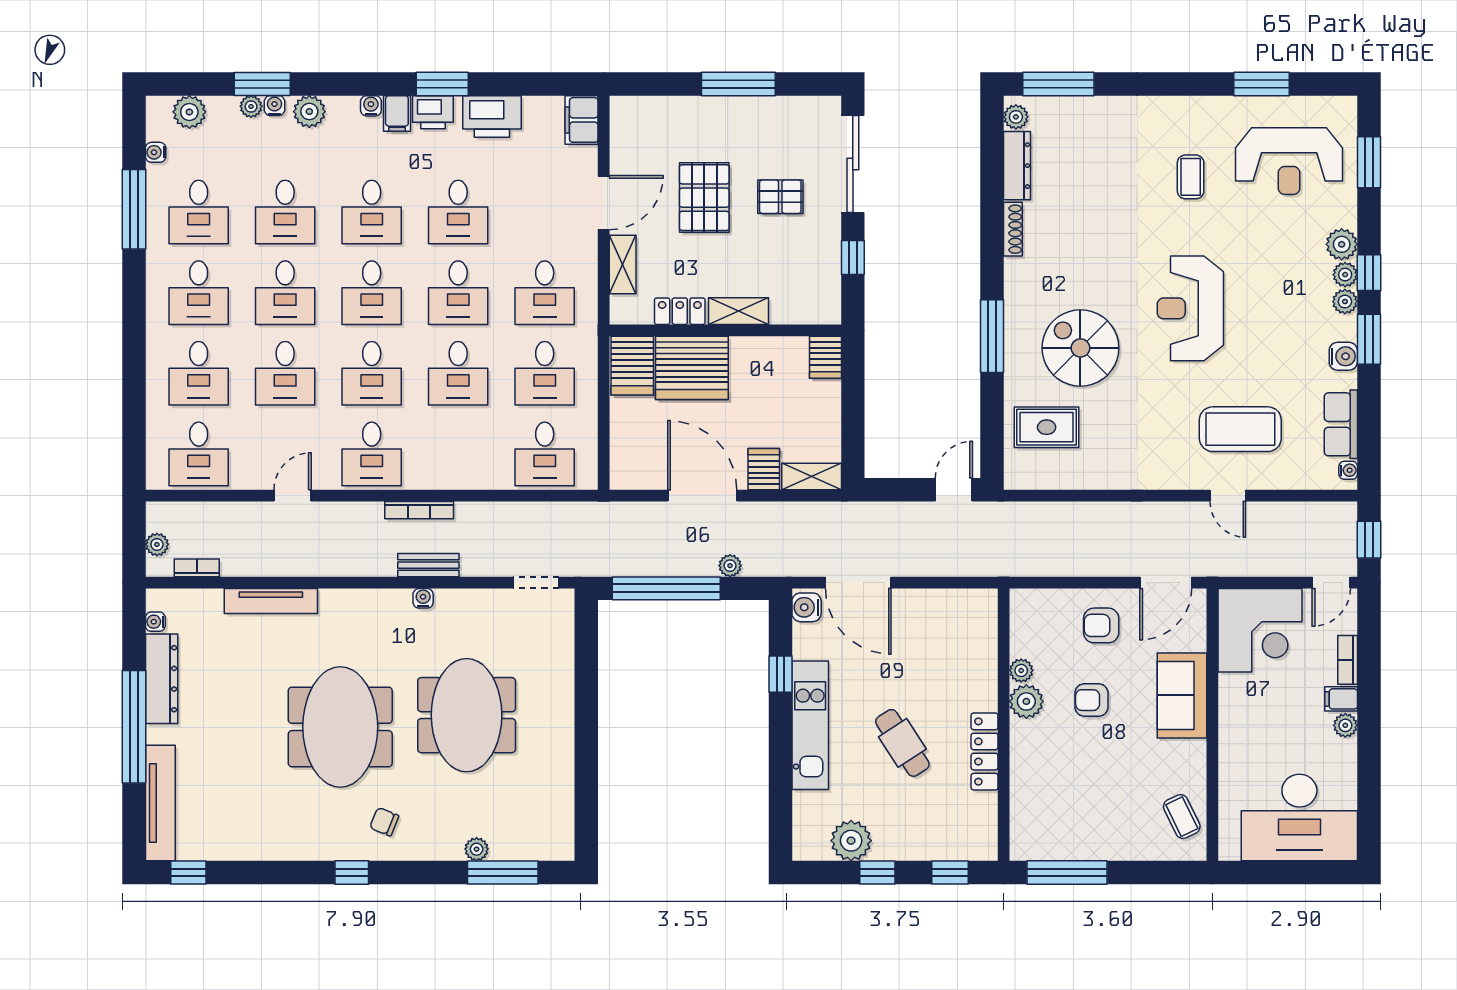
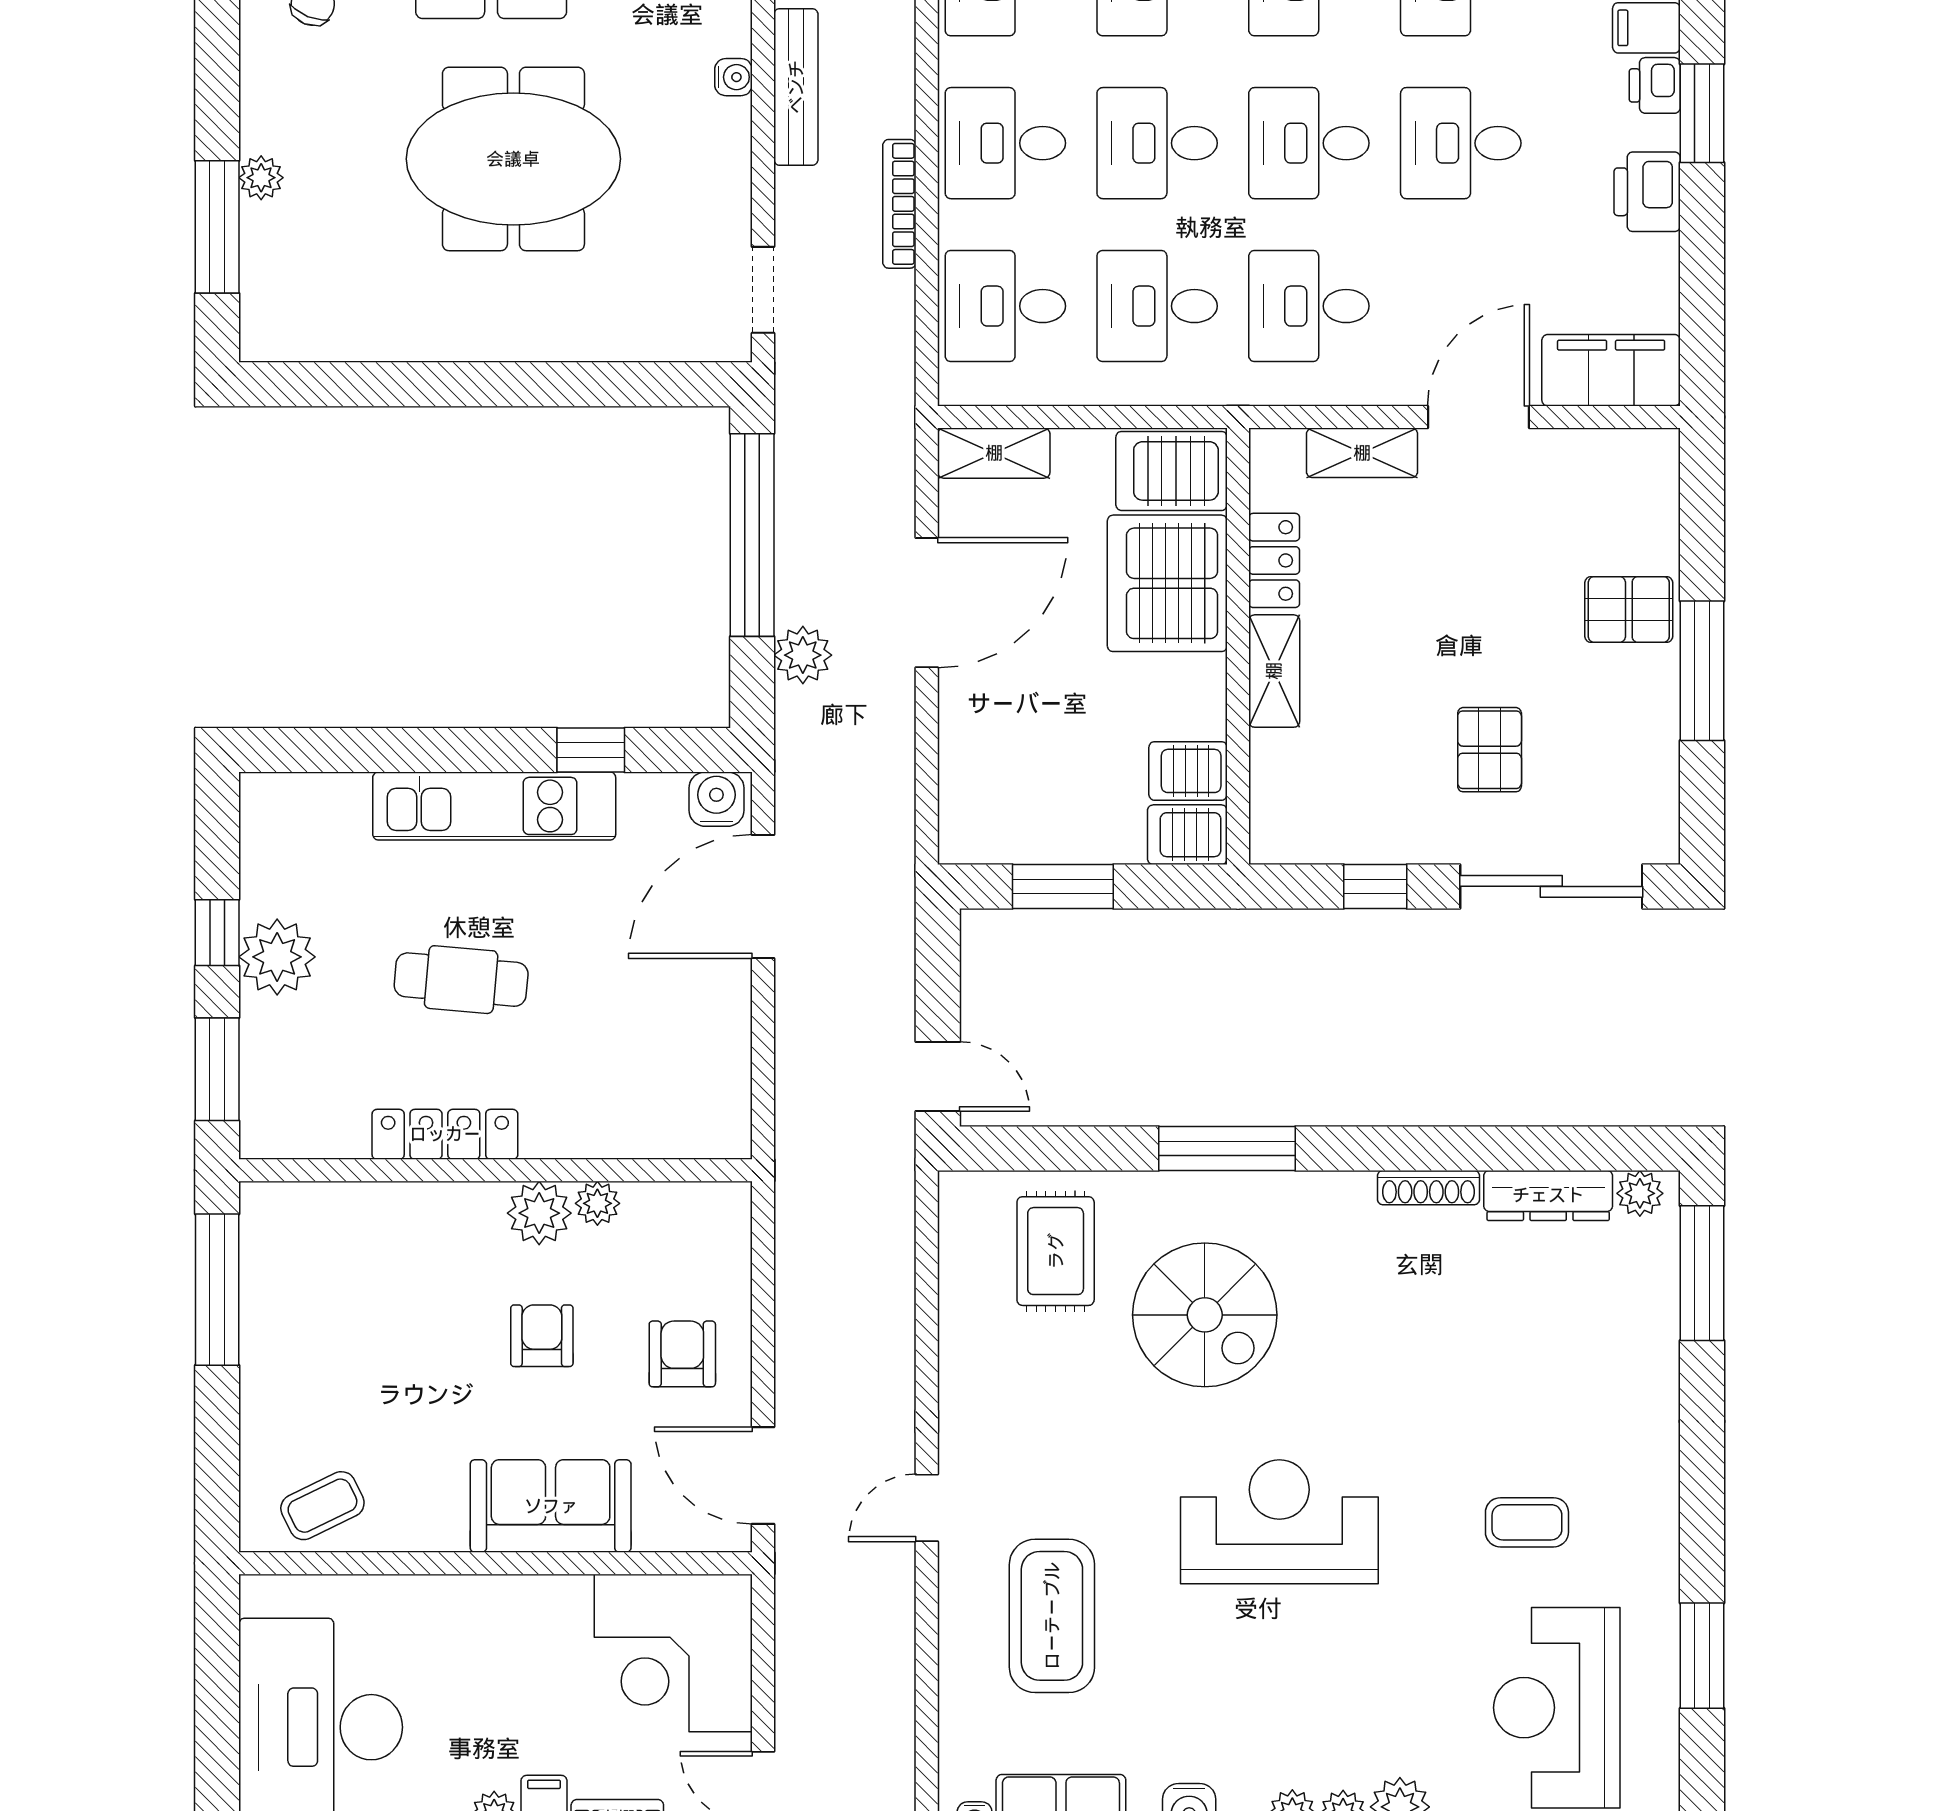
printer: (433, 112) -> (1655, 85), width x0.73, depth x0.81
printer: (492, 116) -> (1647, 192), width x0.73, depth x0.84
filing cabinet: (581, 120) -> (1611, 370), width x1.50, depth x1.17
pallet: (704, 198) -> (1629, 609), moved, width x0.67, depth x0.71
door: (604, 203) -> (1479, 417), swing flipped
spiral stairs: (1080, 348) -> (1205, 1315), turned 90
window: (853, 423) -> (1063, 886), added
desk: (458, 454) -> (1005, 143), added
server rack: (764, 469) -> (1188, 771), moved, turned 180
shelving: (812, 476) -> (994, 453), moved, turned 90
door: (1228, 496) -> (927, 1508), moved
bookcase: (419, 510) -> (899, 204), moved
bench: (428, 565) -> (796, 87), width x1.36
plant: (730, 566) -> (803, 655), width x1.38, depth x1.38
cafe table: (902, 743) -> (461, 980), turned 38
plant: (851, 841) -> (277, 957), moved
window: (950, 872) -> (217, 1069), width x1.50

